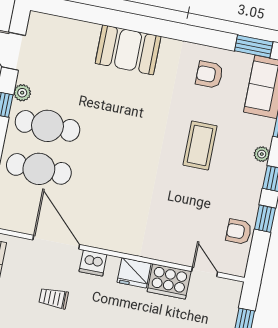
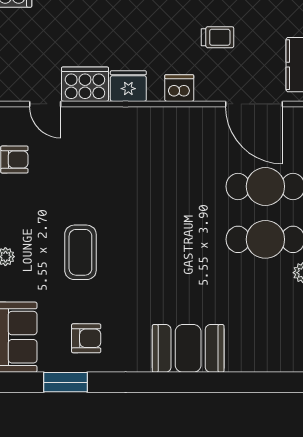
window: (254, 46) -> (66, 382), moved
door: (56, 242) -> (254, 104), moved

